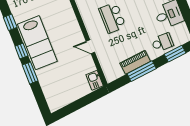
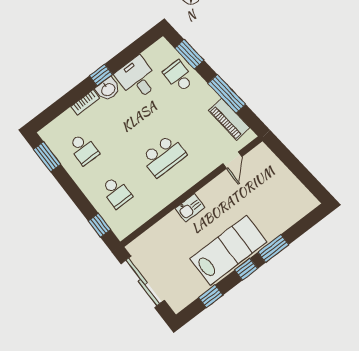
door: (90, 47) -> (232, 160), moved
piano: (135, 62) -> (229, 119), moved
kitchen sink: (95, 80) -> (190, 208), moved

